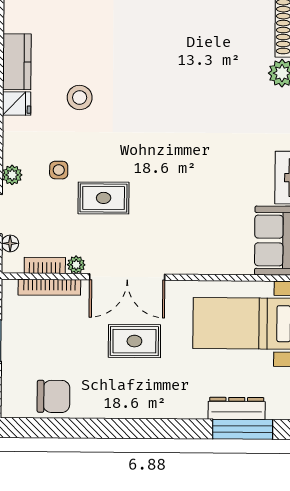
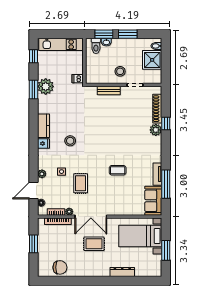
coffee table: (191, 168) -> (118, 170), added
rug: (104, 198) -> (81, 183), turned 90
dresser: (237, 408) -> (122, 272), moved
window: (243, 429) -> (140, 281), removed

